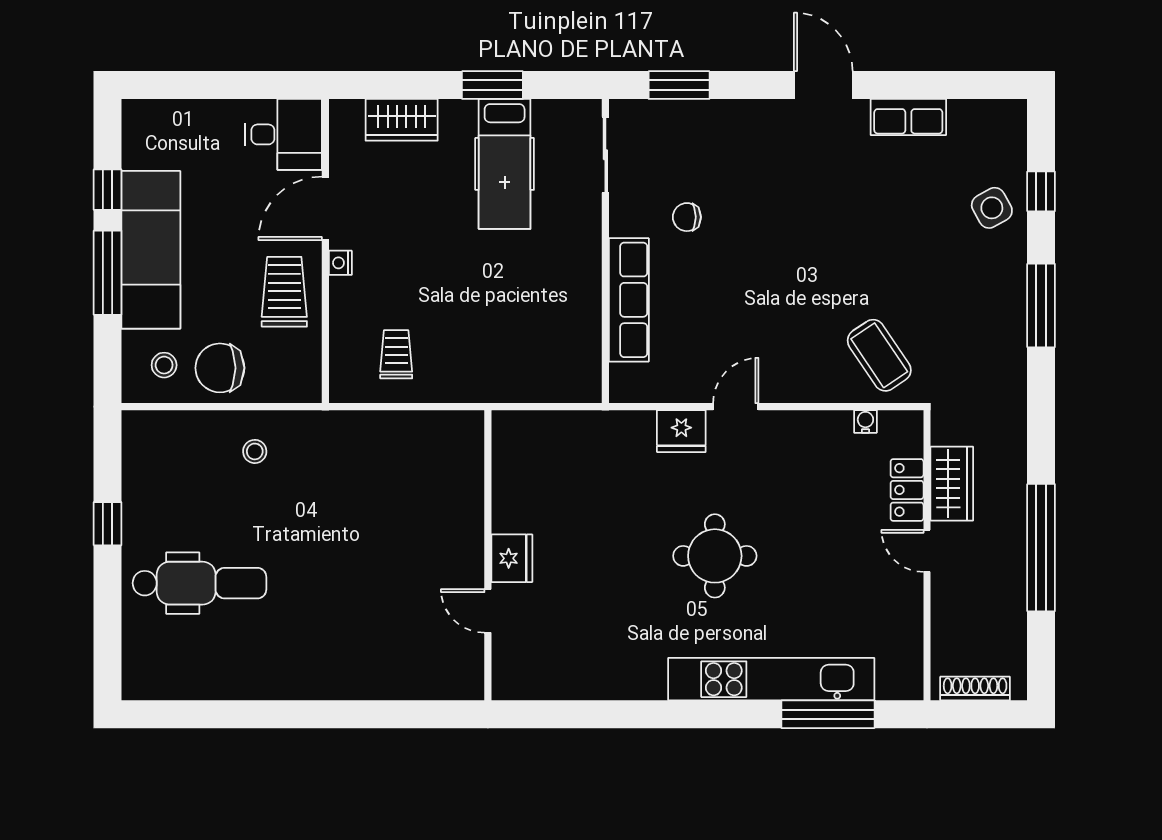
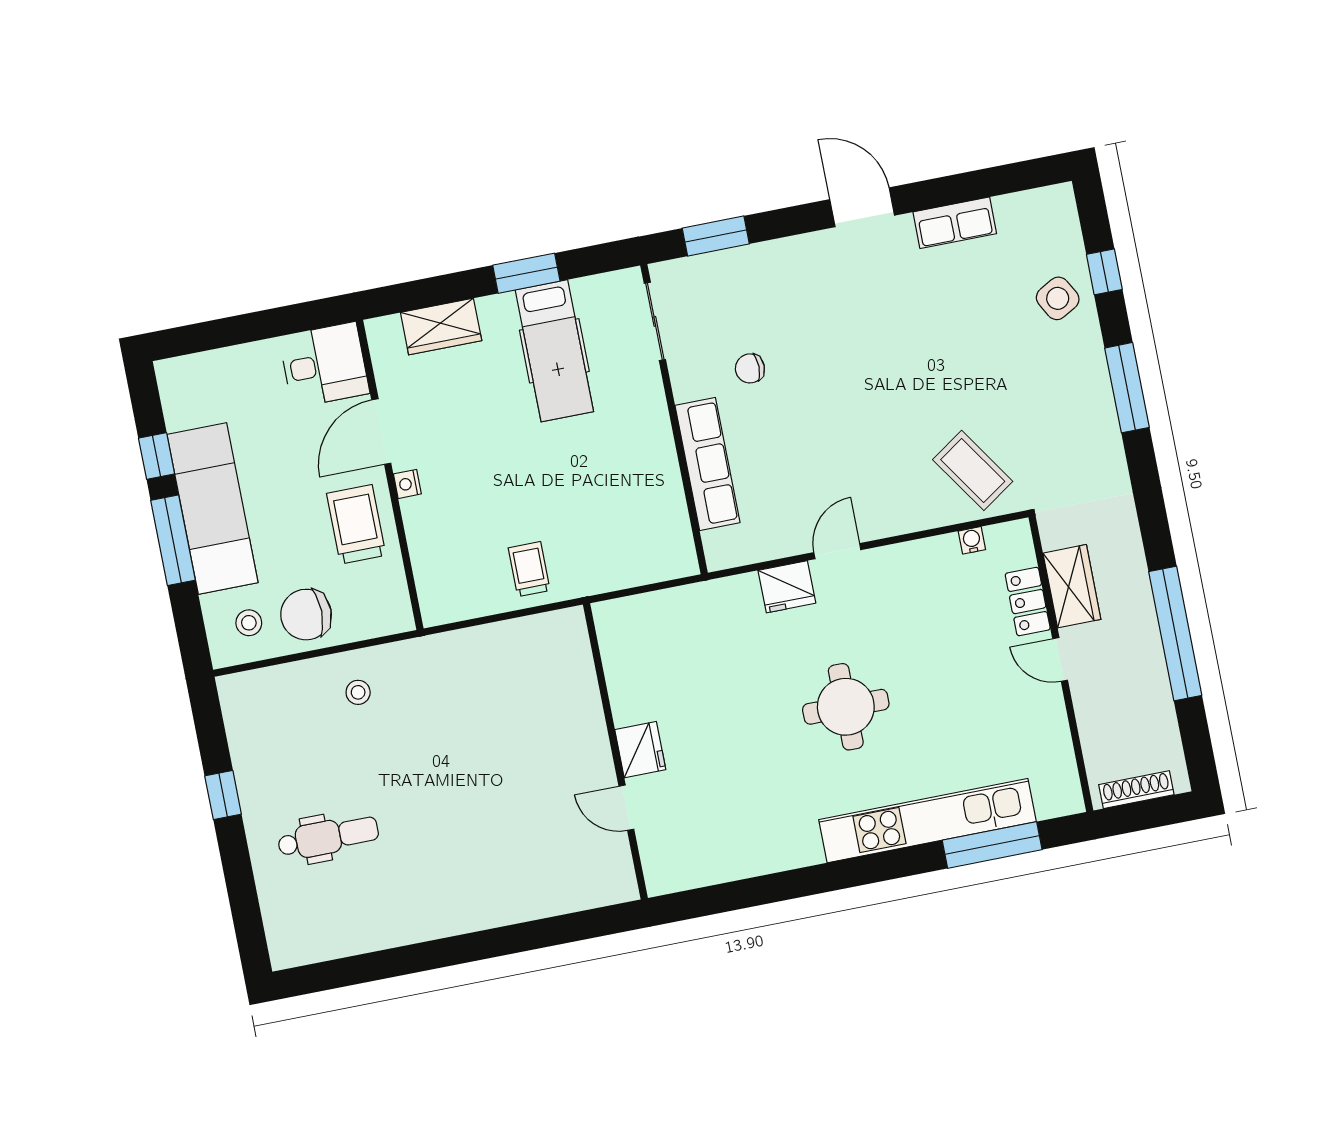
trolley: (396, 354) -> (529, 569), moved
dental chair: (199, 583) -> (328, 837), width x0.73, depth x0.72

